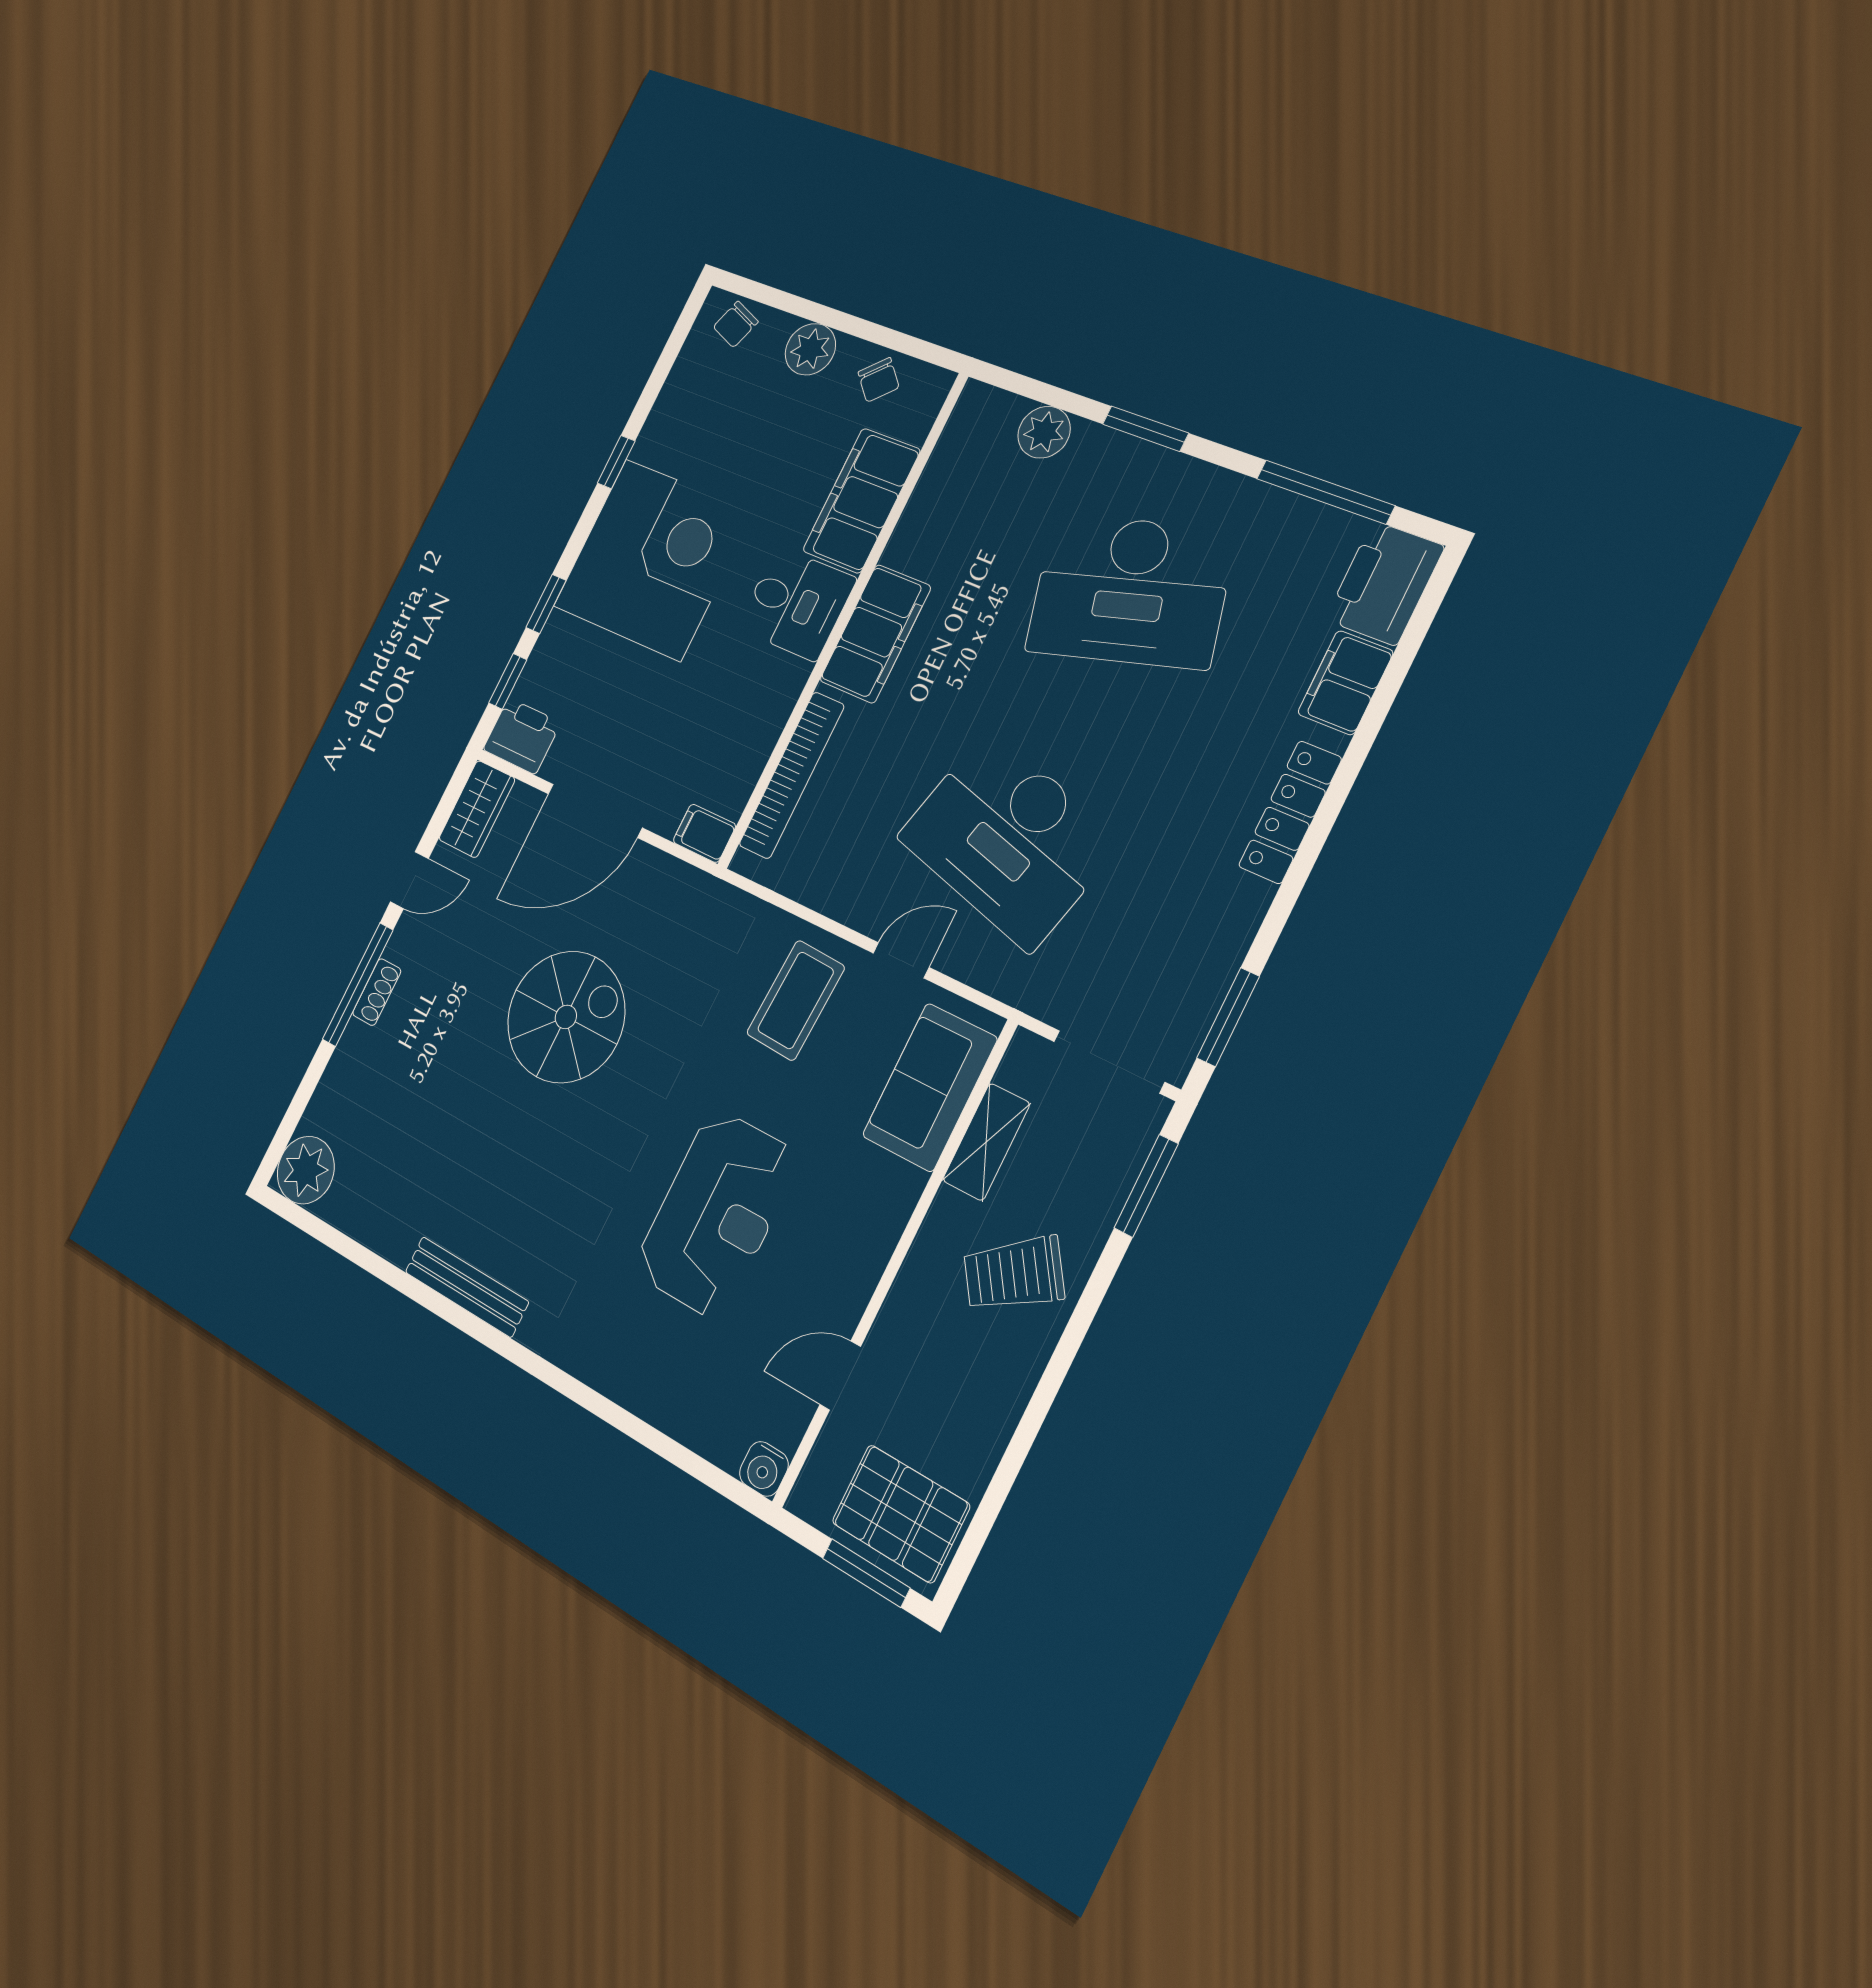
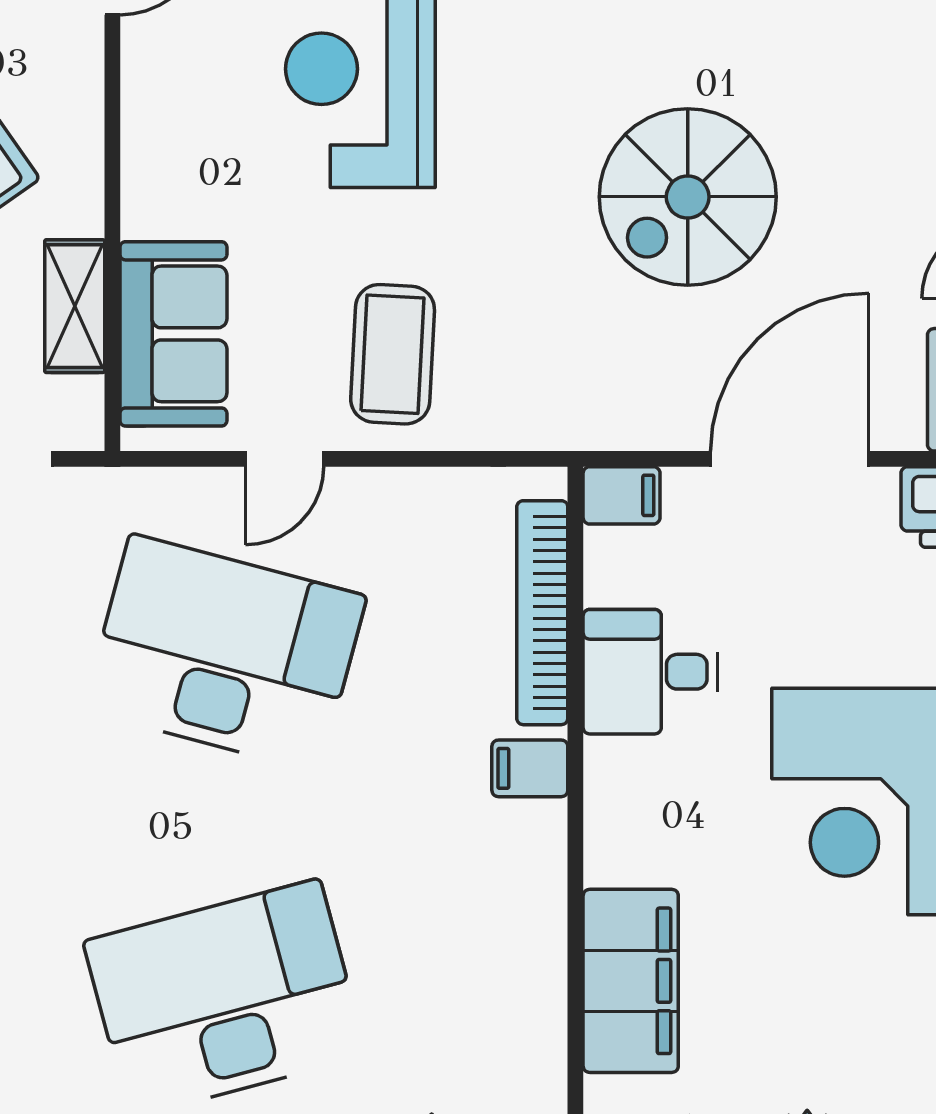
desk: (796, 604) -> (650, 672), moved
filing cabinet: (875, 634) -> (530, 768), width x0.33, depth x0.86

